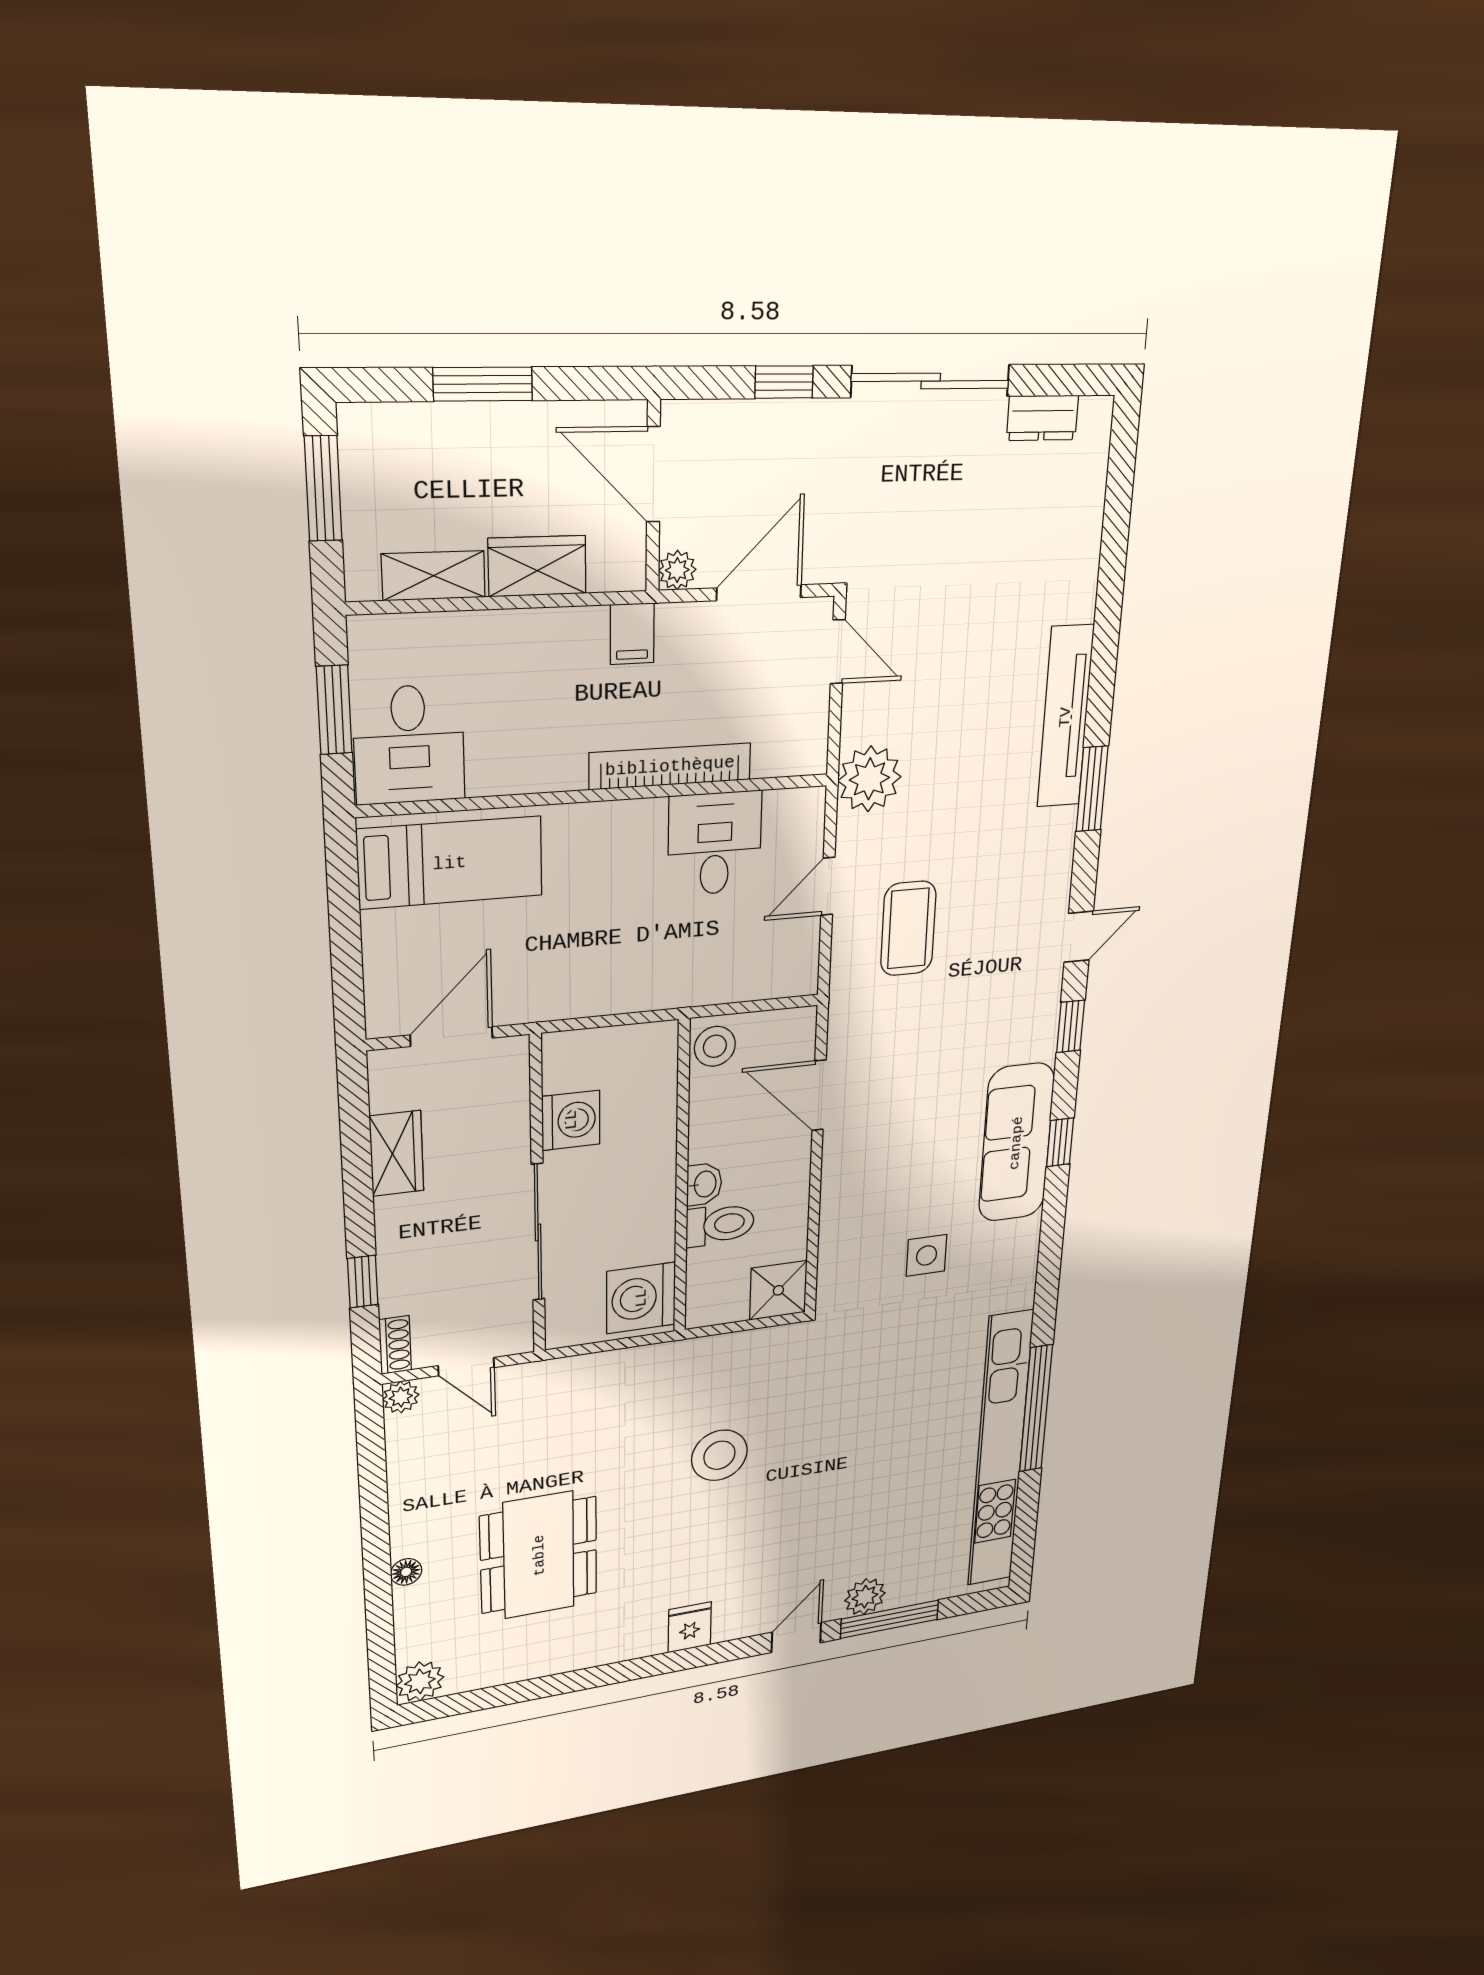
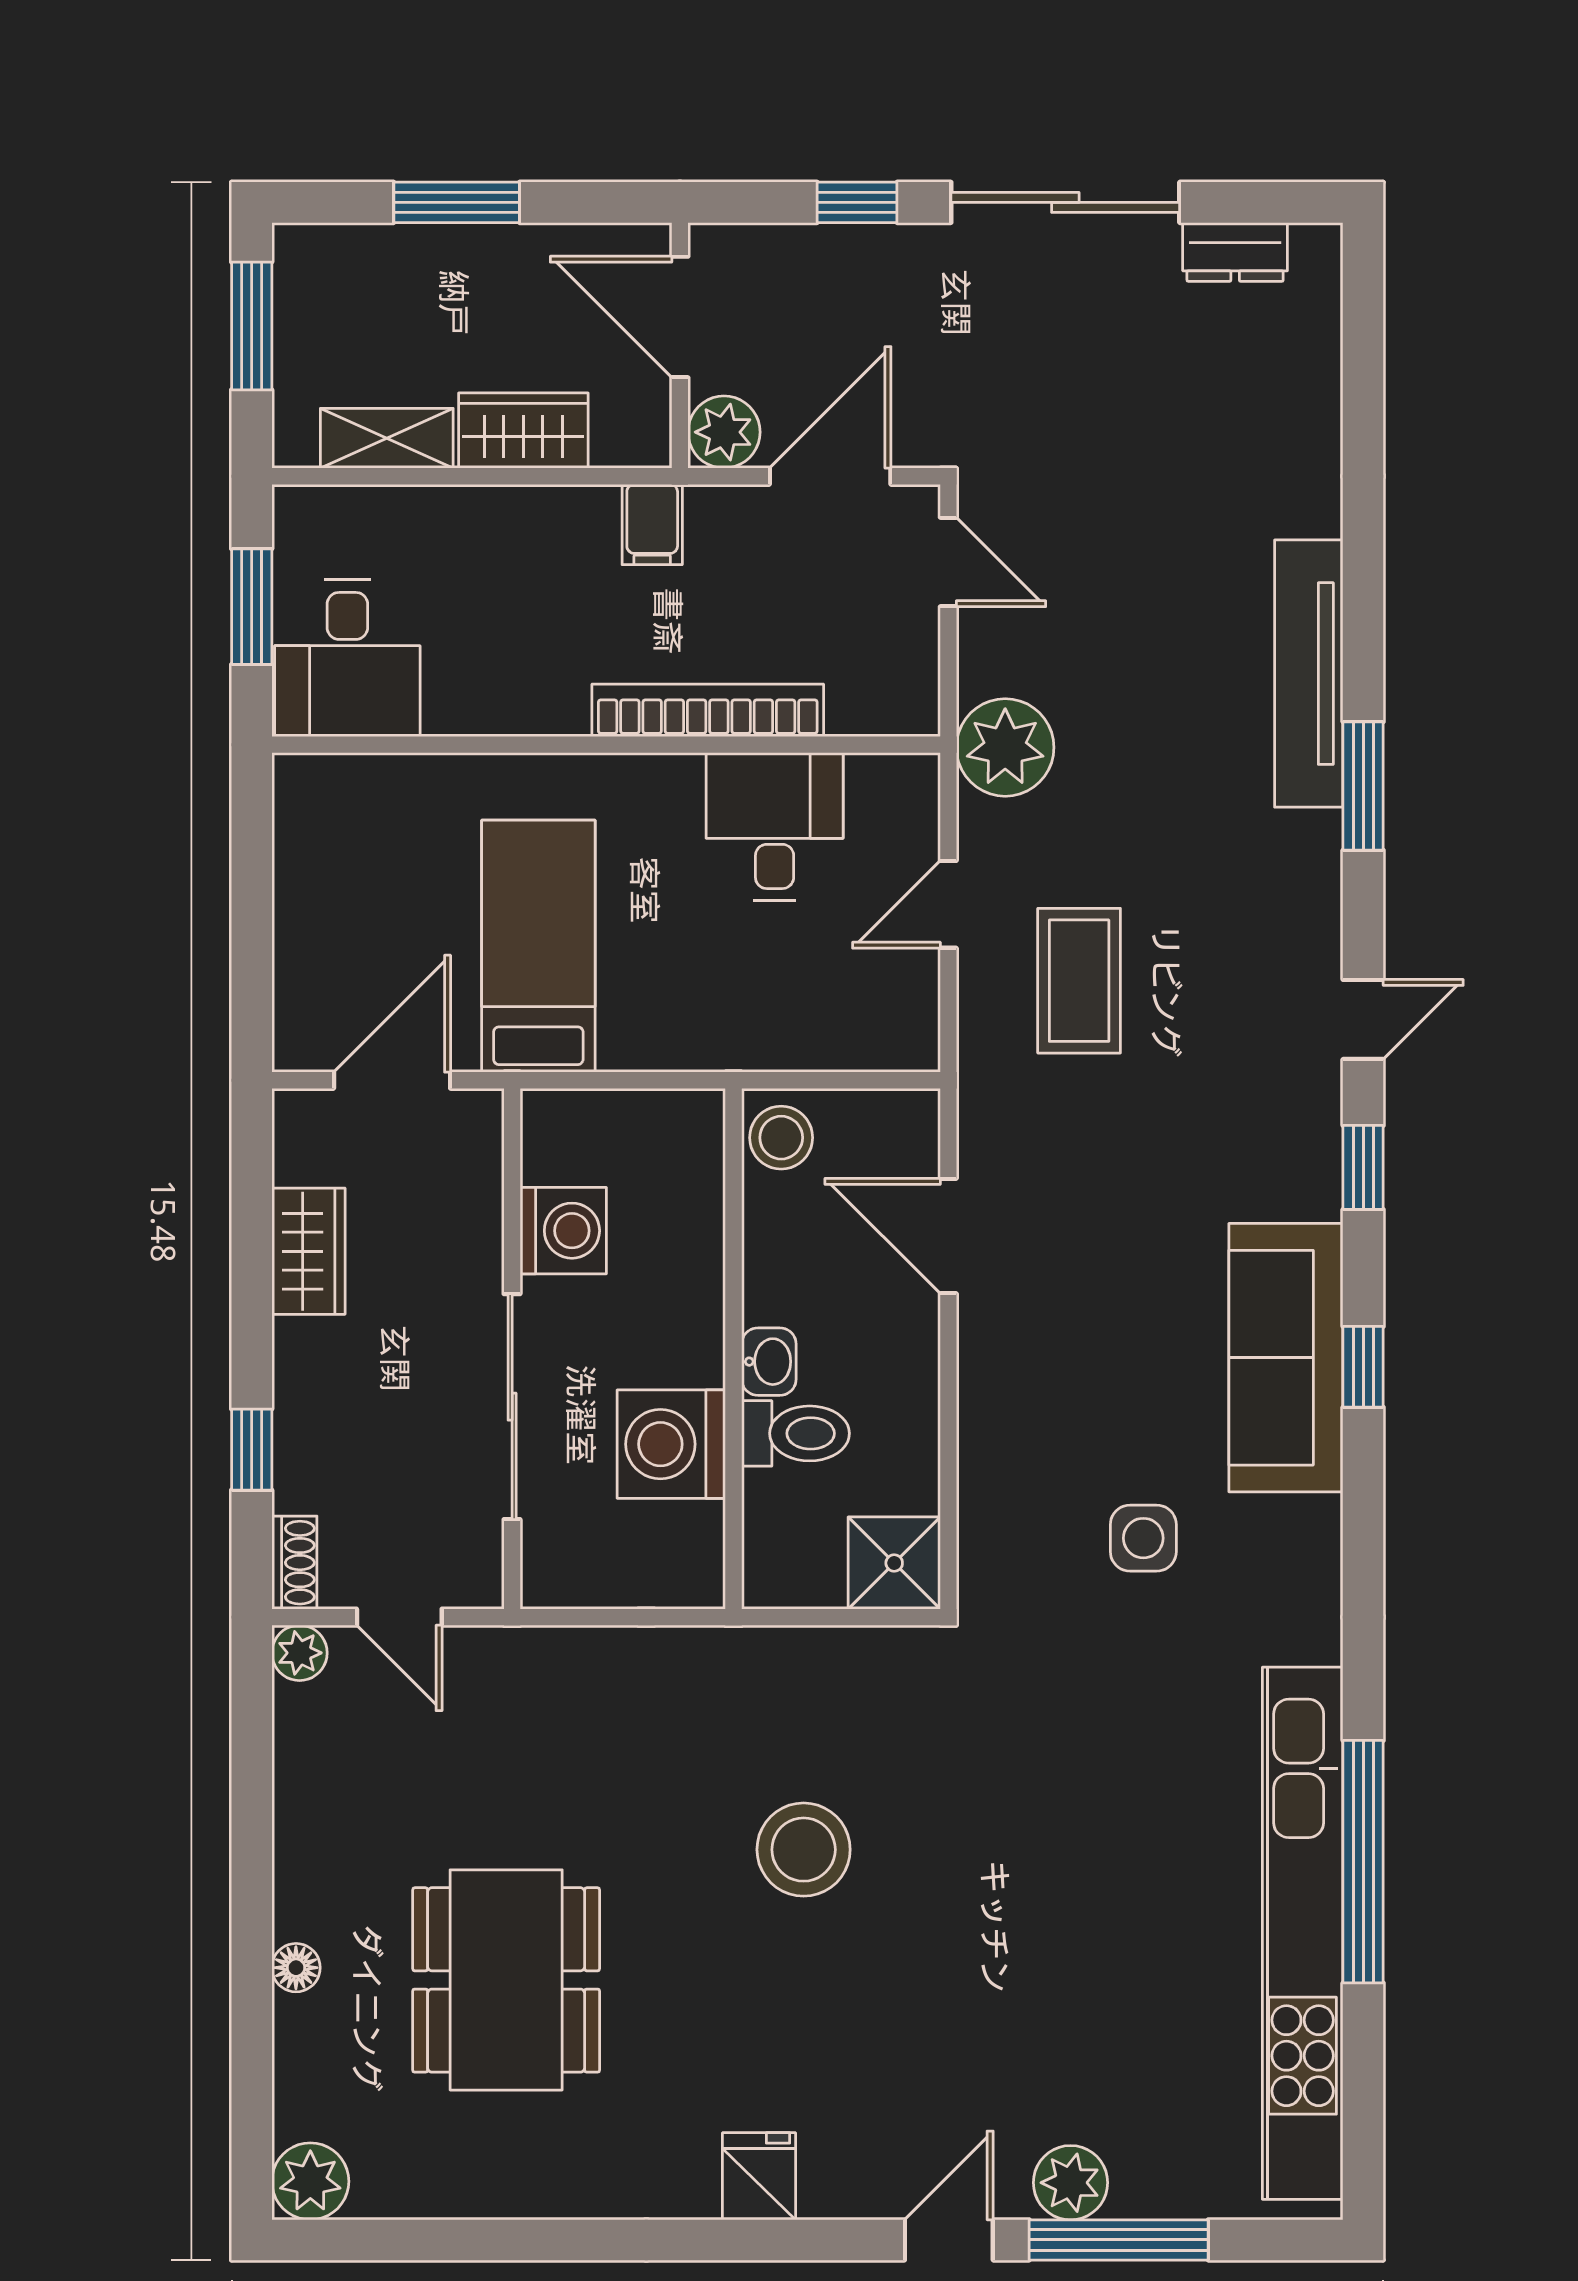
plant: (677, 570) -> (724, 432), width x1.38, depth x1.38
bed: (450, 863) -> (538, 946), moved, turned -90
washing machine: (641, 1298) -> (671, 1444), moved

